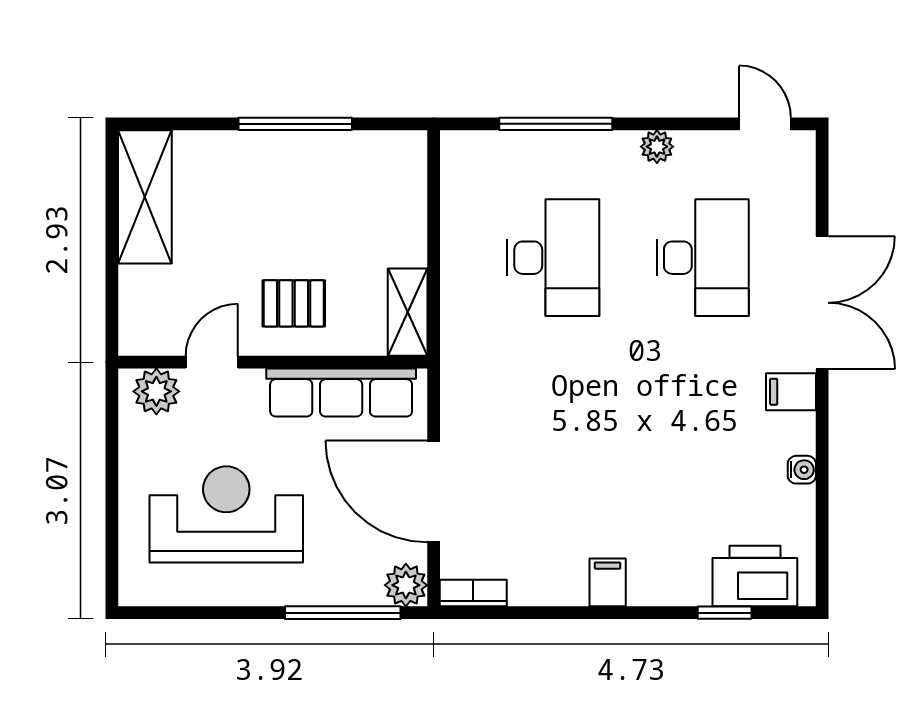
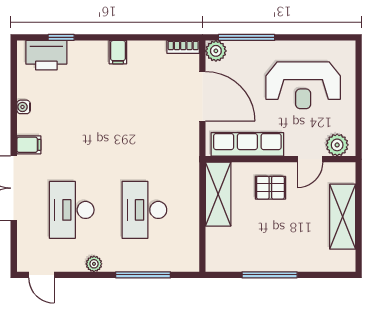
shelving: (145, 197) -> (343, 217), moved
shelving: (408, 312) -> (218, 194), width x1.50, depth x1.33

